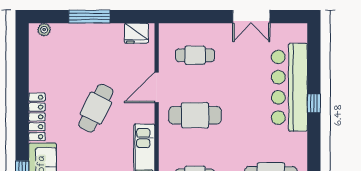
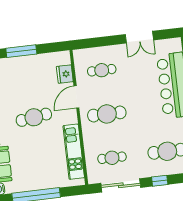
fridge: (136, 33) -> (65, 74), moved, turned 90
cafe table: (96, 108) -> (34, 117), turned 55

